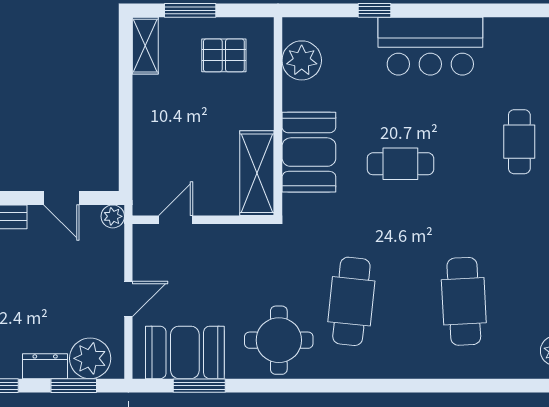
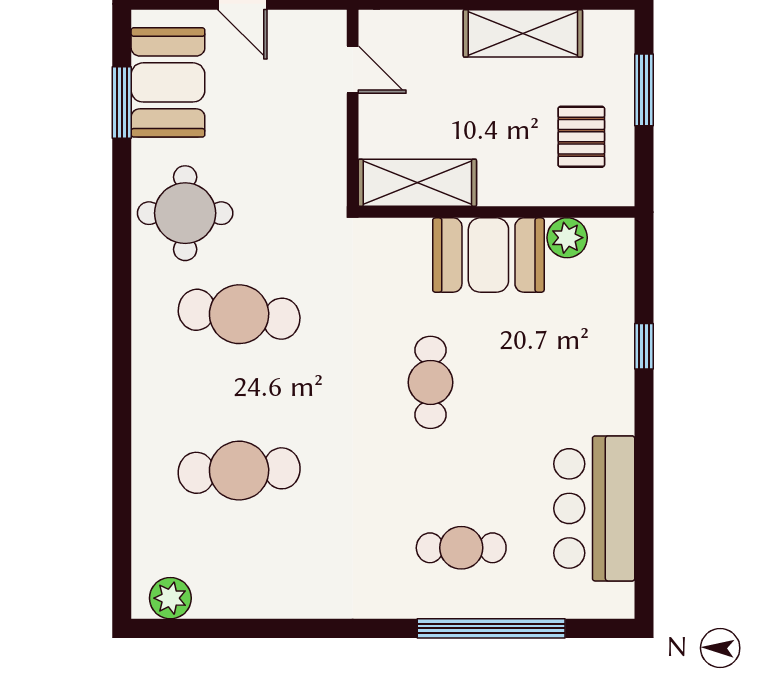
shelving: (145, 46) -> (523, 33), moved, width x1.50, depth x1.33
bar counter: (430, 46) -> (594, 508), moved
plant: (302, 60) -> (567, 238), width x0.73, depth x0.73
booth: (309, 152) -> (488, 255), moved

